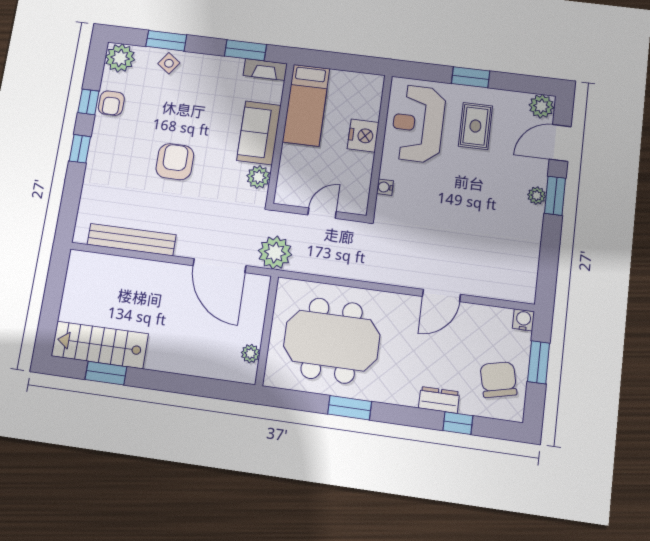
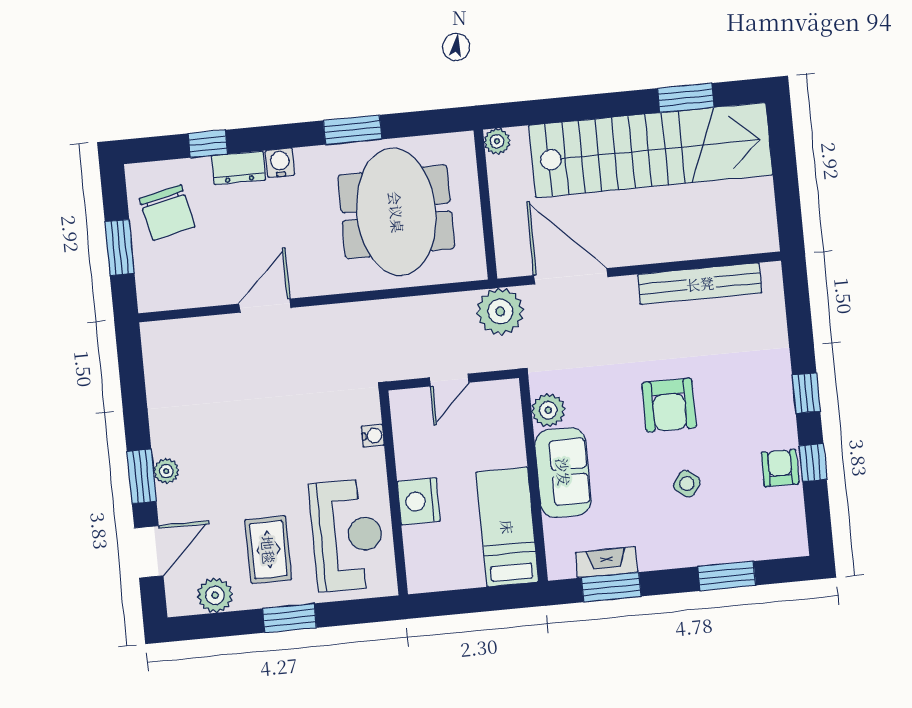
plant: (120, 58) -> (786, 536), removed
side table: (169, 63) -> (687, 484), moved
fireplace: (265, 70) -> (607, 562), moved
plant: (541, 106) -> (215, 595), moved
water cooler: (523, 320) -> (280, 163), moved, turned 180
meeting table: (332, 340) -> (396, 212), turned 90
stairs: (100, 345) -> (651, 150), width x1.86, depth x1.51
plant: (250, 354) -> (497, 141), moved

